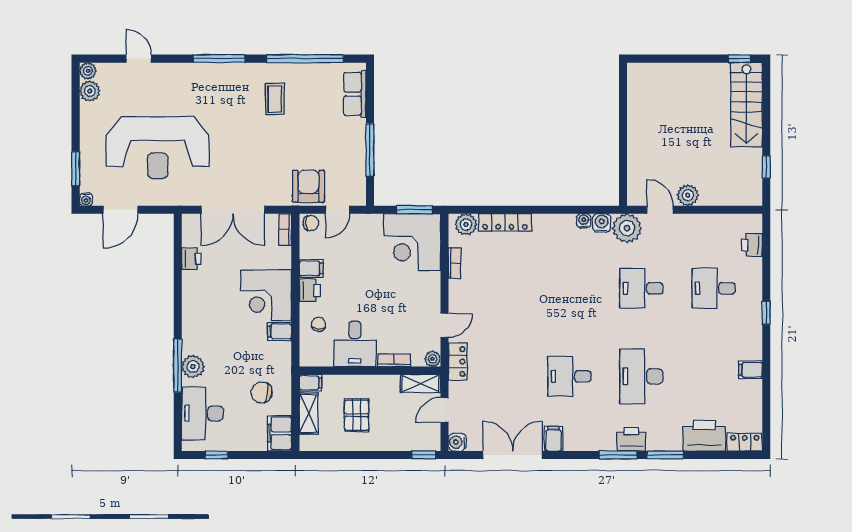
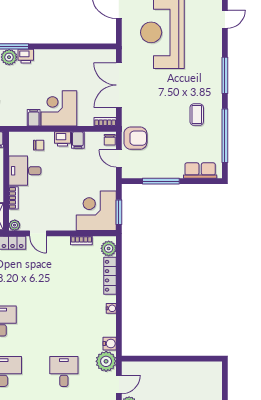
coffee table: (275, 99) -> (197, 115), turned 90
water cooler: (584, 221) -> (111, 308), moved
printer: (191, 259) -> (26, 56), moved

